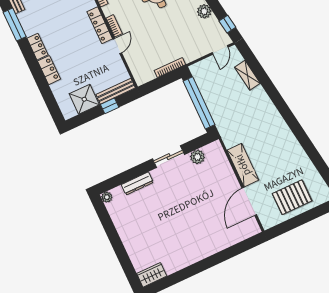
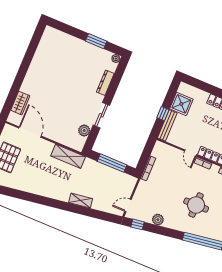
door: (220, 50) -> (128, 205), hinge flipped
shelving: (247, 75) -> (81, 201), moved
window: (199, 103) -> (112, 163), width x0.68
shelving: (243, 165) -> (68, 156), moved
window: (110, 230) -> (96, 41), added
wardrobe: (152, 275) -> (20, 103), moved

